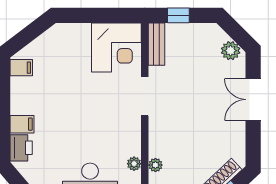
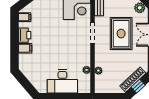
rug: (197, 98) -> (121, 34), added
printer: (21, 148) -> (25, 35), moved

